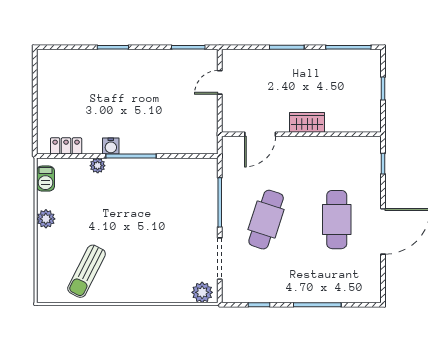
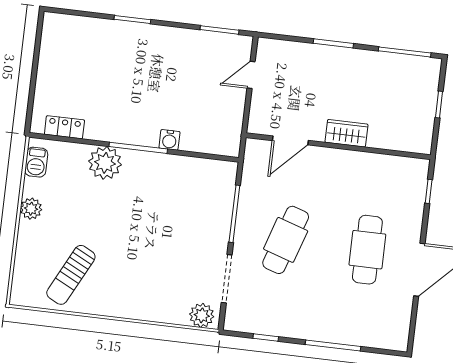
water cooler: (111, 146) -> (169, 140), moved
plant: (98, 166) -> (105, 163), width x1.87, depth x1.87

